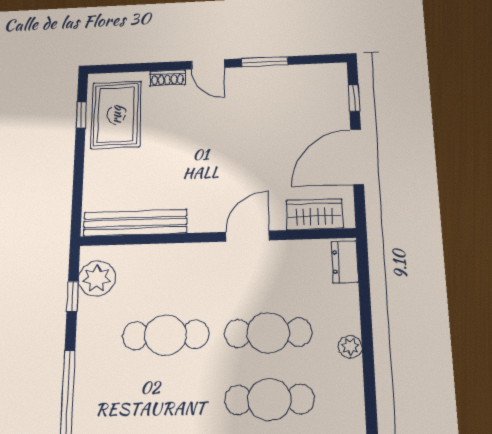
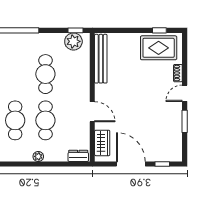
window: (72, 297) -> (75, 30), moved

